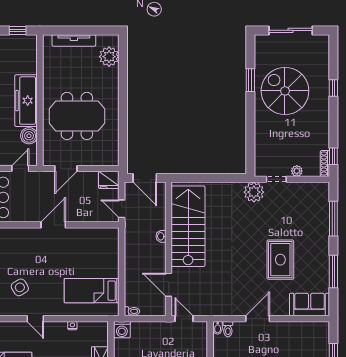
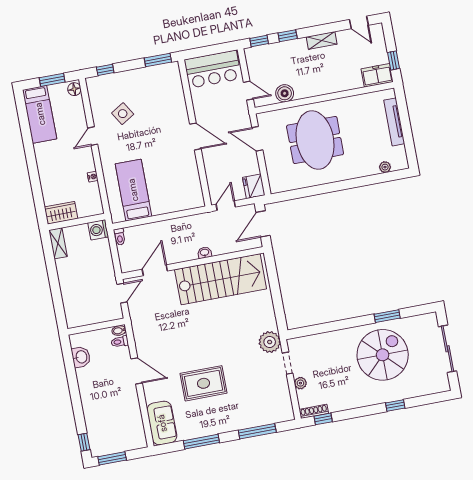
plant: (109, 57) -> (385, 167), width x0.53, depth x0.53
freezer: (26, 101) -> (377, 75), moved, width x0.52, depth x0.79

